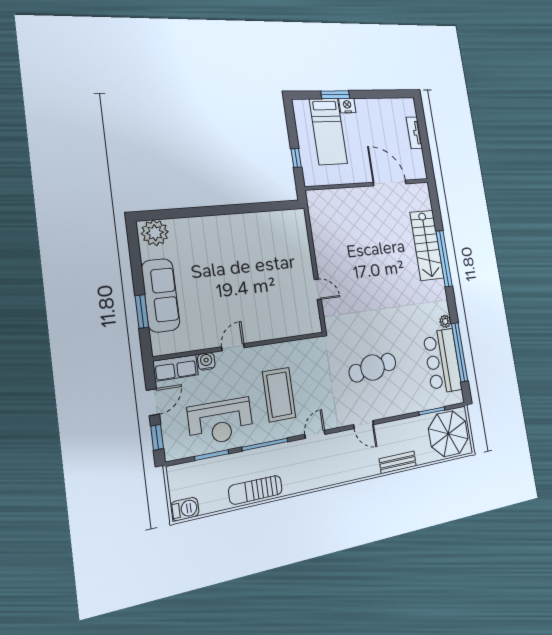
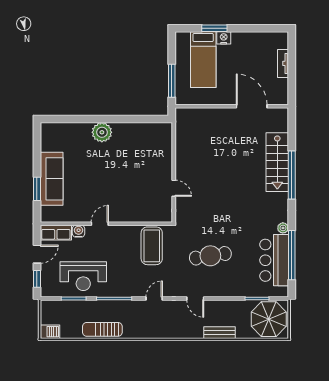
window: (296, 158) -> (172, 81), width x2.17
plant: (155, 233) -> (102, 132), moved
coffee table: (279, 395) -> (152, 246), moved

